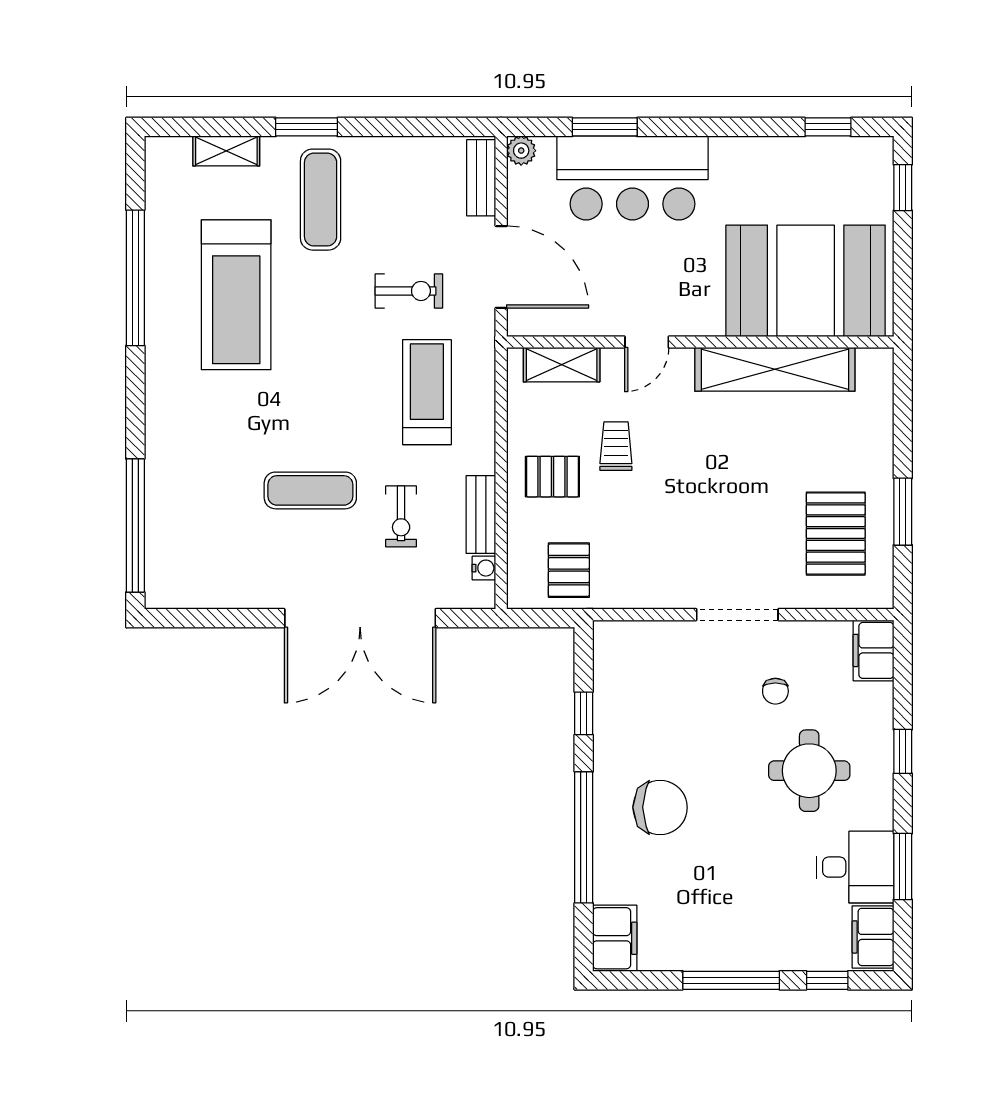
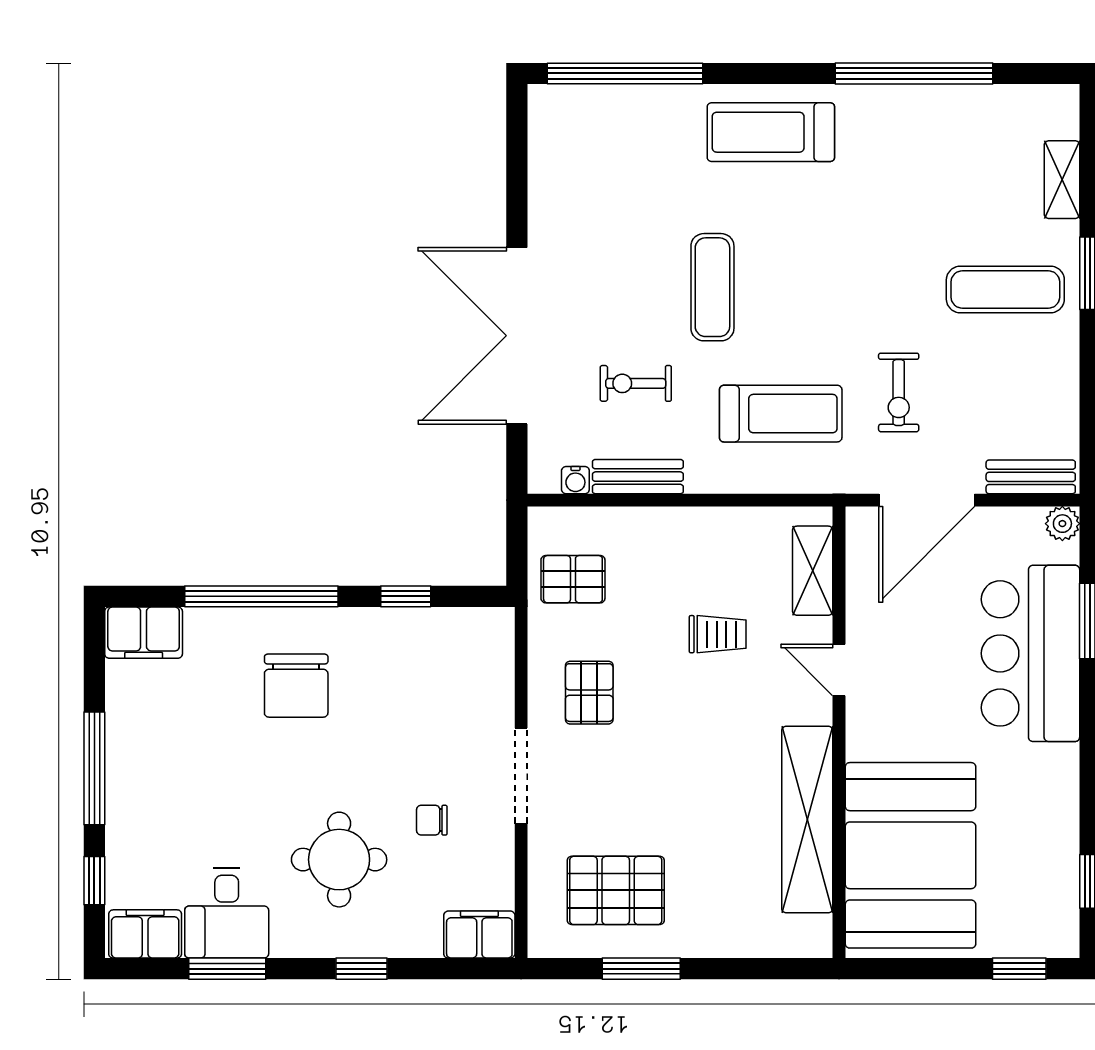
treadmill: (236, 295) -> (771, 132), moved, width x0.73, depth x0.73
pallet: (552, 477) -> (589, 693), moved
exercise mat: (310, 490) -> (712, 287), moved

